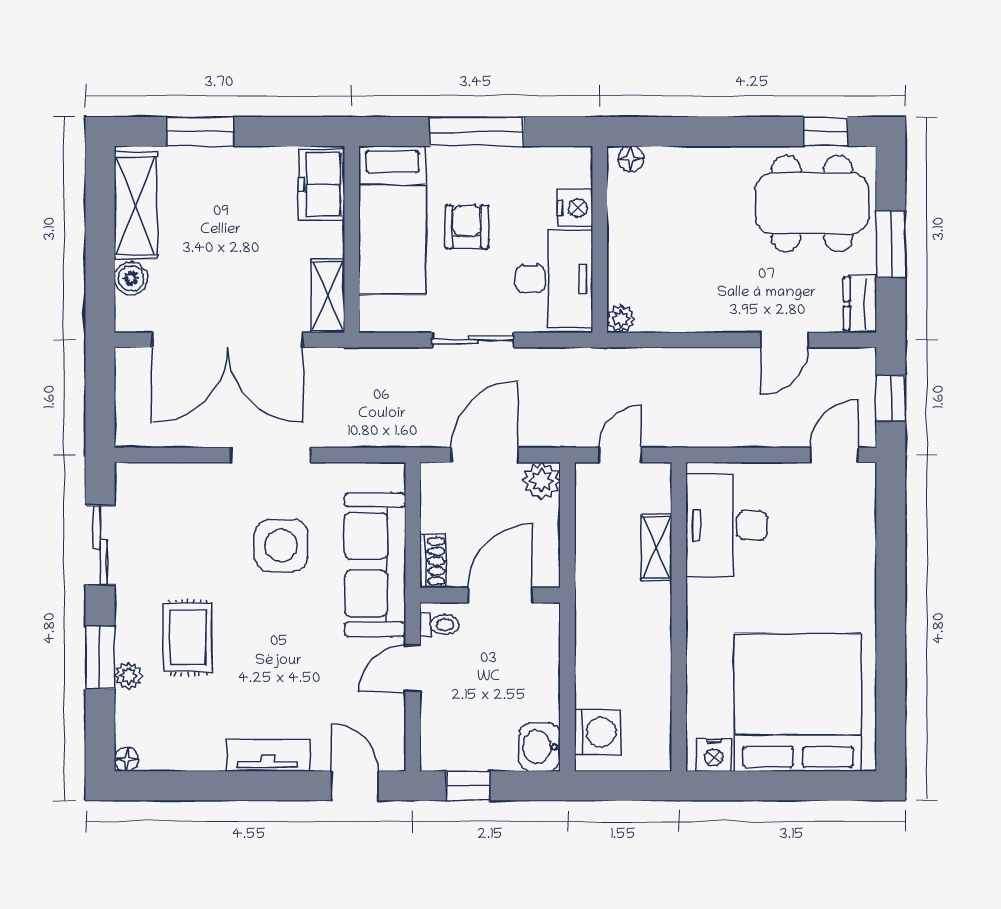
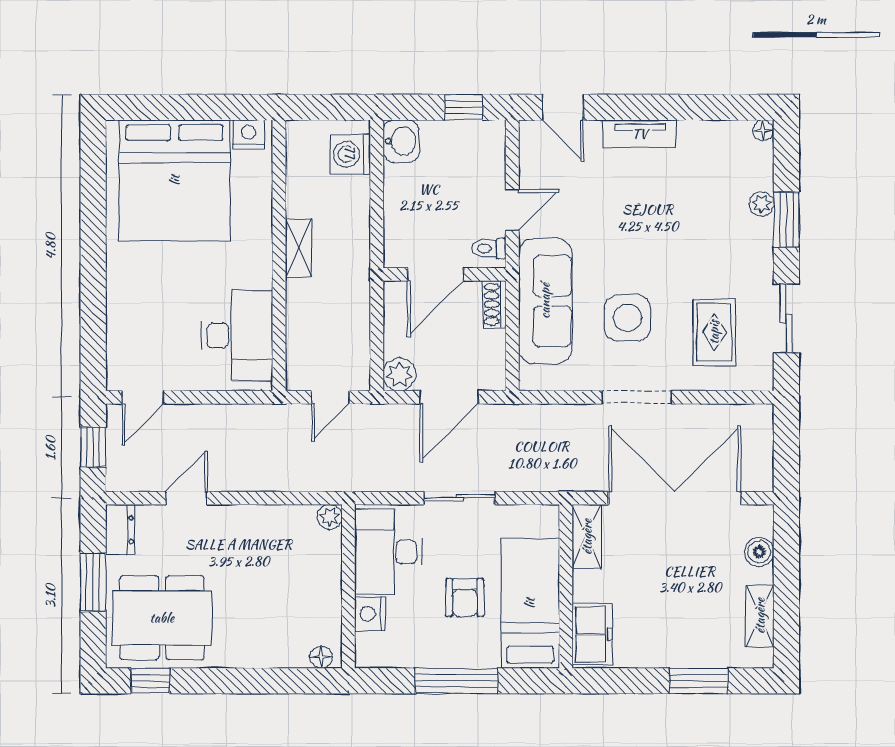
shelving: (136, 206) -> (760, 616), width x0.67, depth x0.75
shelving: (657, 547) -> (299, 248), moved
rug: (188, 638) -> (714, 332), moved

